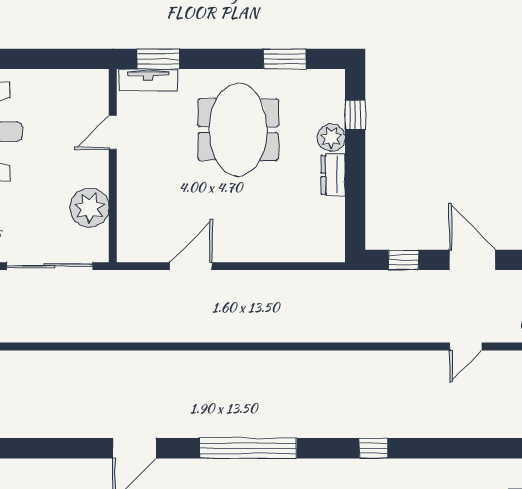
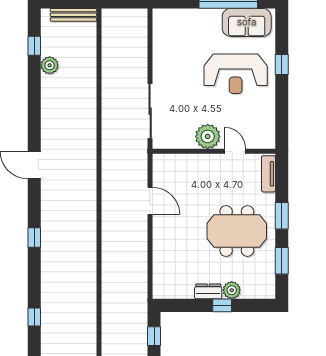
window: (158, 59) -> (282, 216), moved
window: (355, 115) -> (222, 305), moved
plant: (89, 208) -> (208, 136), moved
window: (248, 448) -> (34, 237), width x0.32

